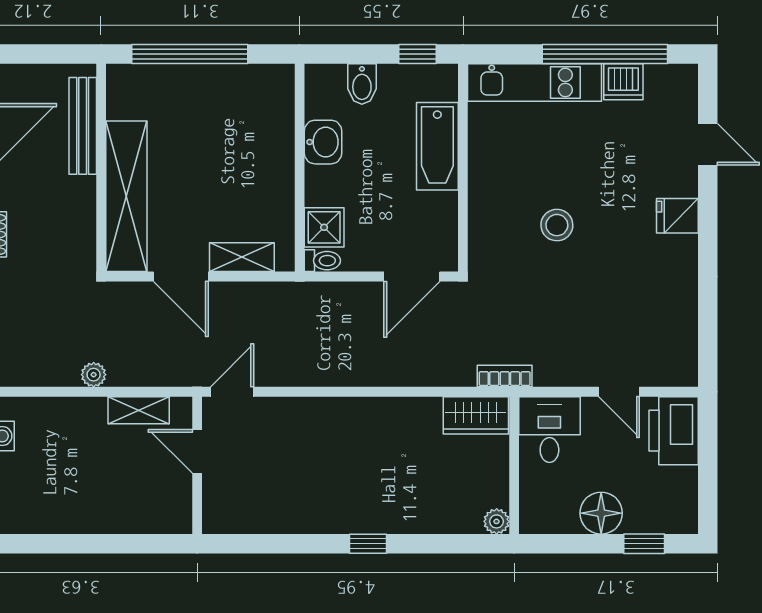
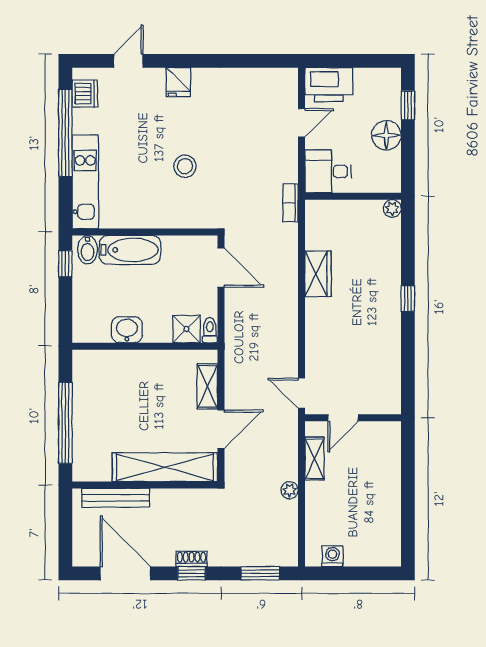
dishwasher: (623, 82) -> (85, 94), moved
bidet: (362, 84) -> (87, 250), moved, turned 90
wardrobe: (476, 415) -> (318, 274), moved

